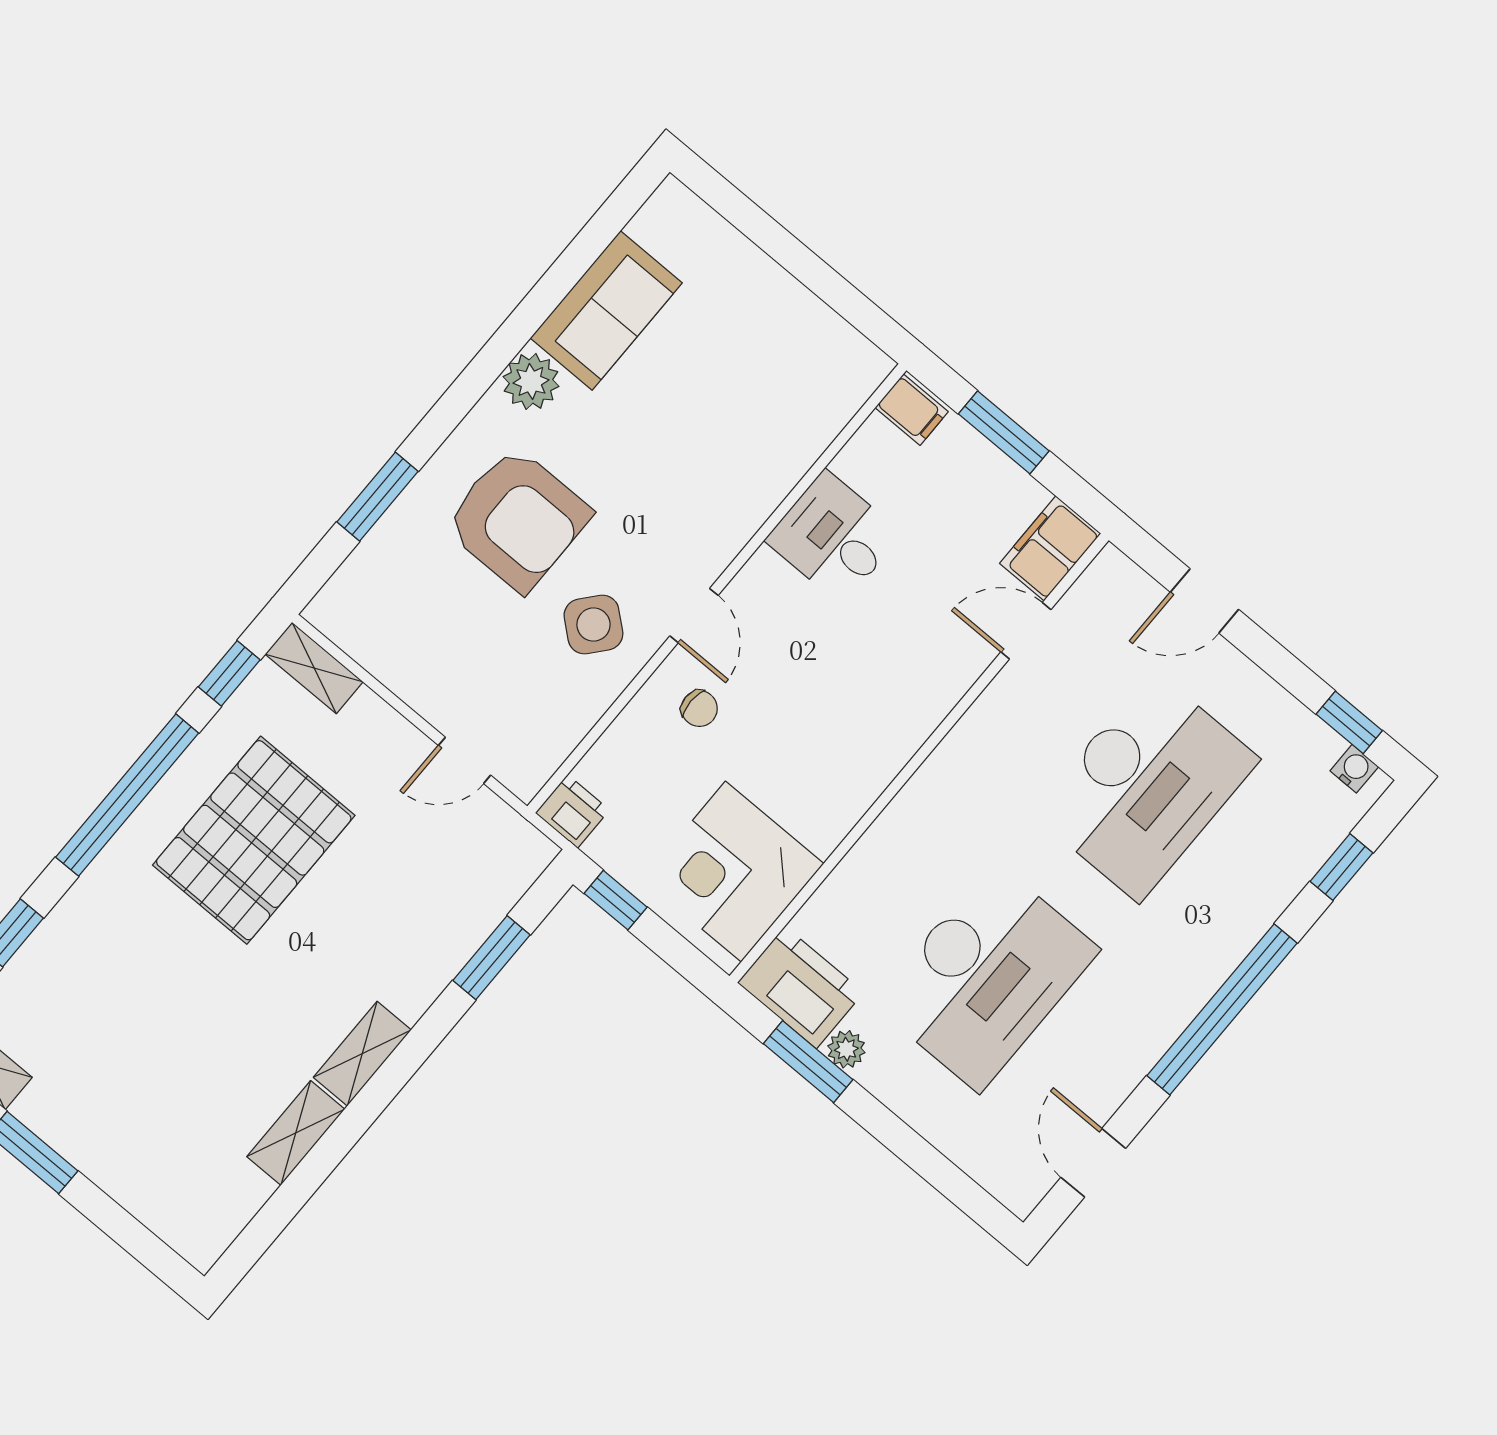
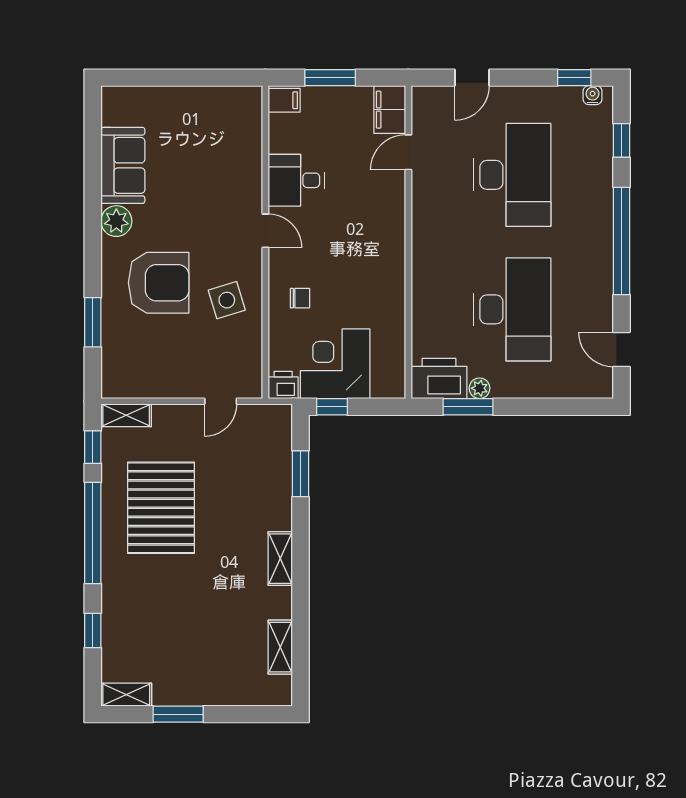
door: (694, 616) -> (265, 231), moved
side table: (593, 625) -> (227, 300), turned 33
corner desk: (733, 872) -> (335, 364), moved, turned 90
shelving: (296, 1133) -> (280, 647), moved

